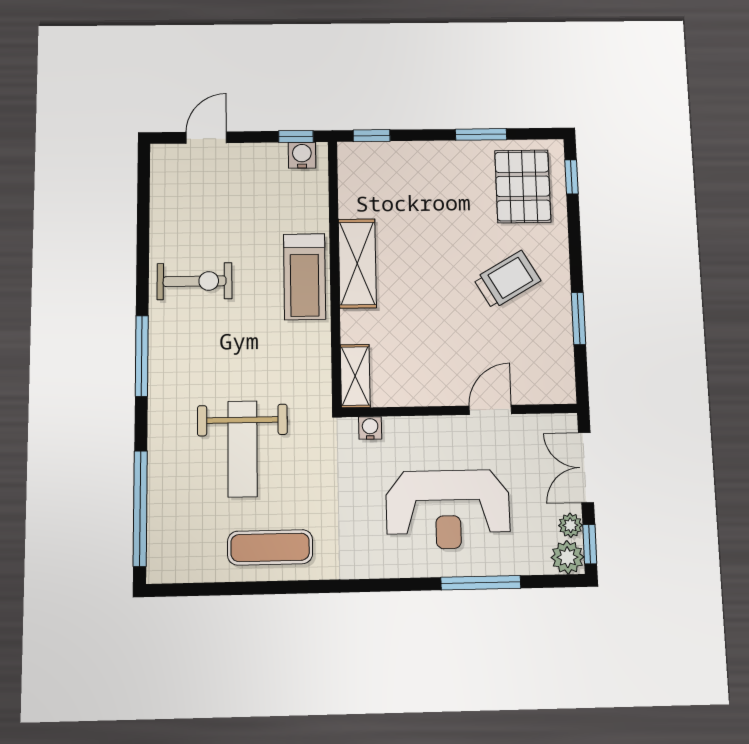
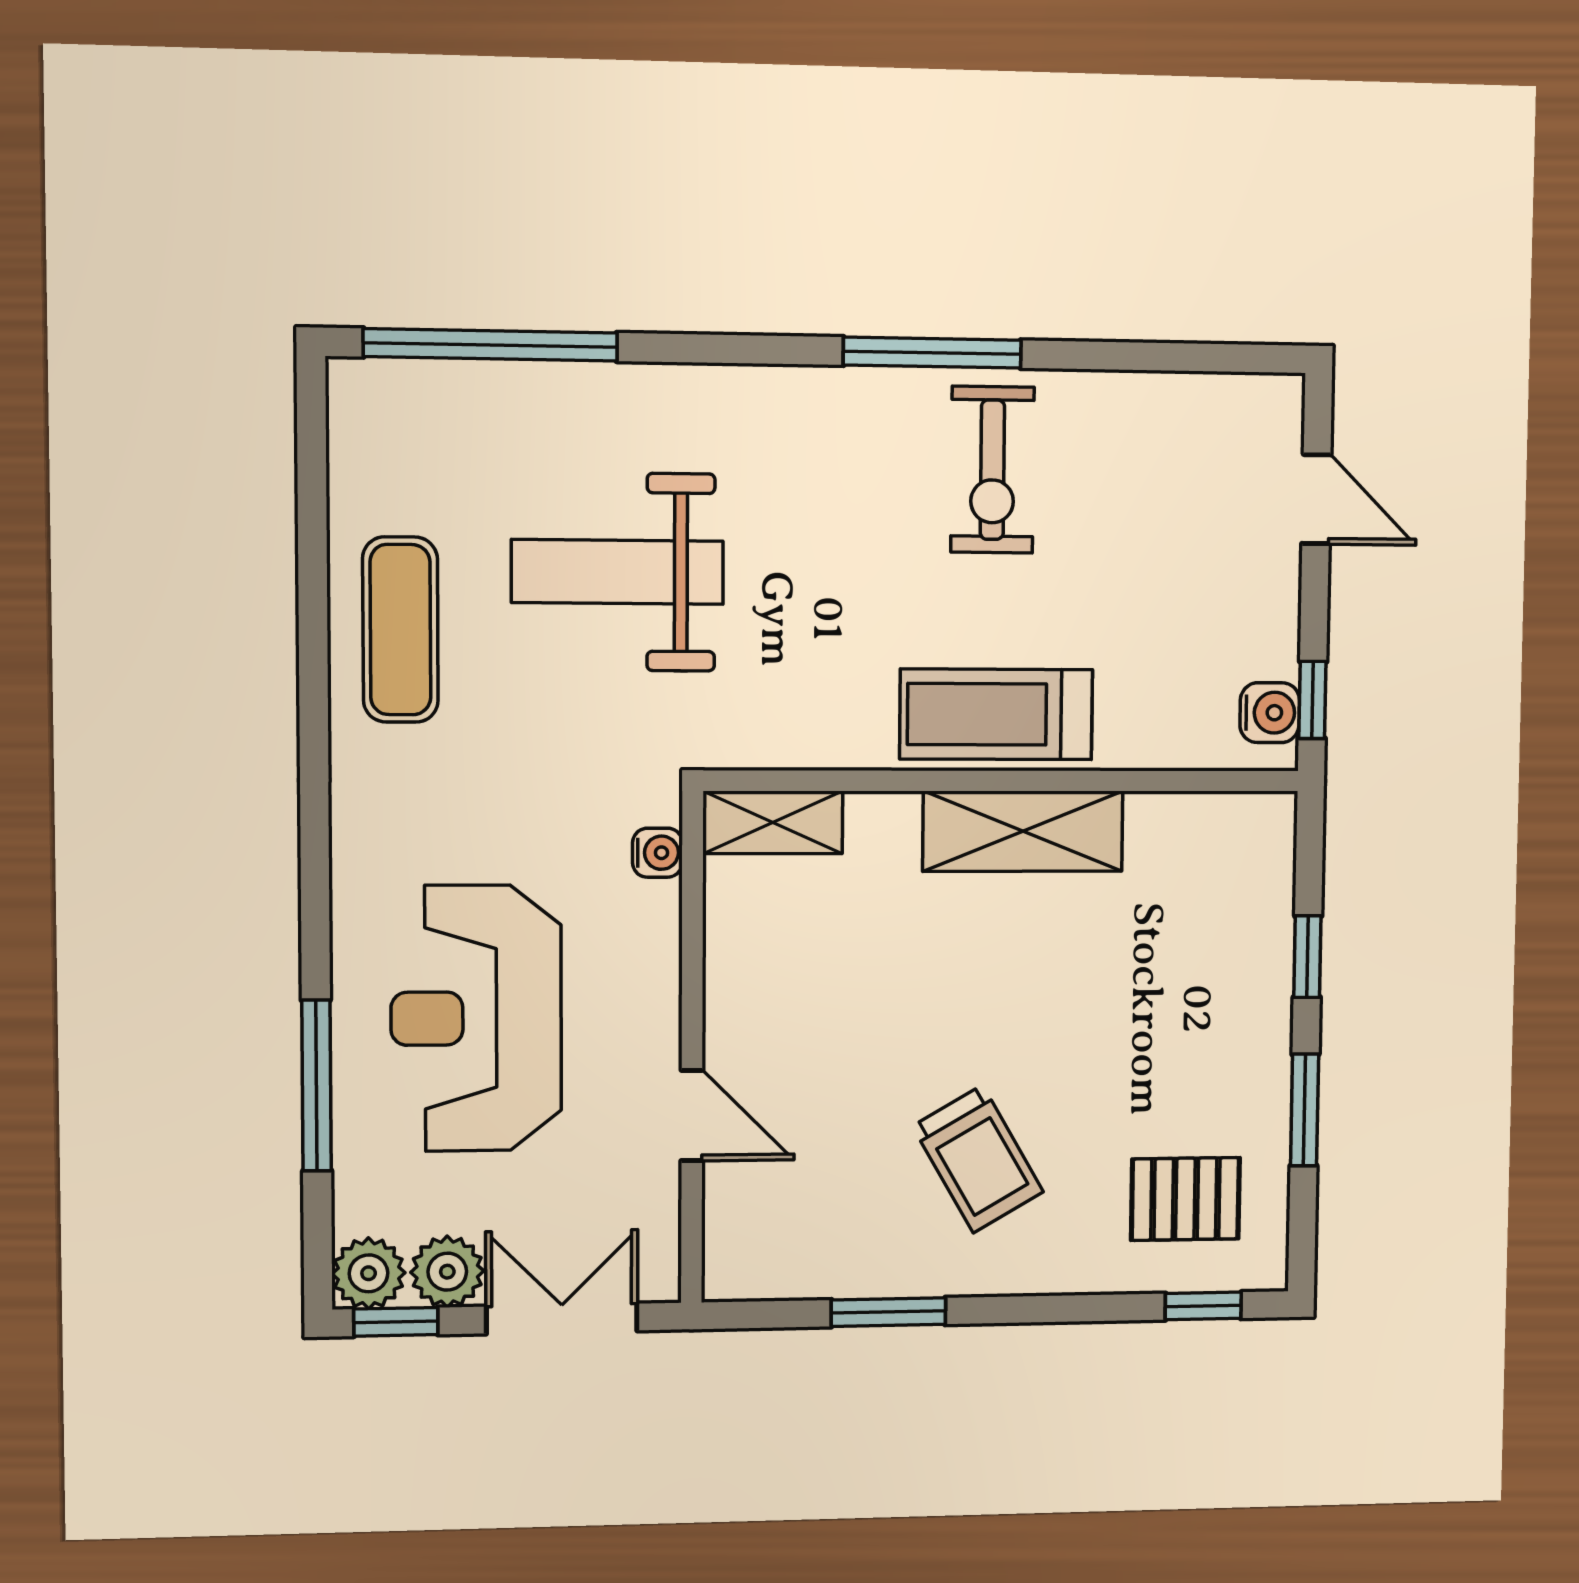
window: (372, 136) -> (1307, 957), moved
pallet: (523, 186) -> (1185, 1199), width x0.67, depth x0.71
window: (142, 356) -> (932, 353), moved
plant: (570, 525) -> (447, 1272), width x1.38, depth x1.38

